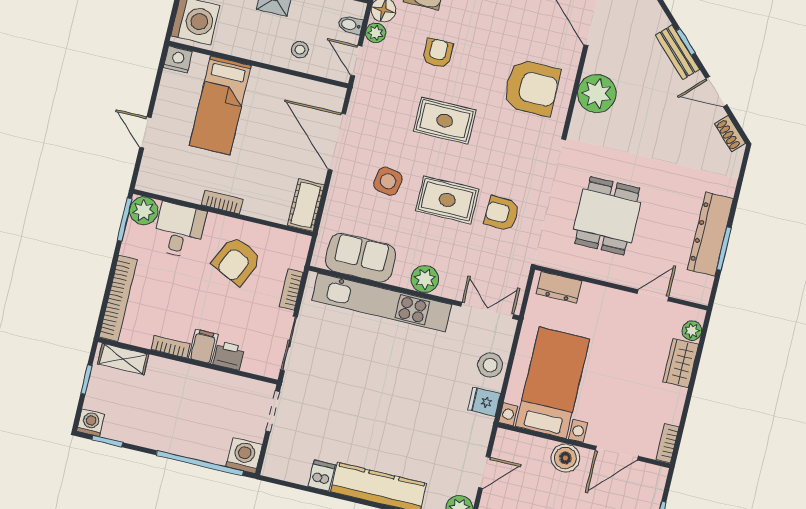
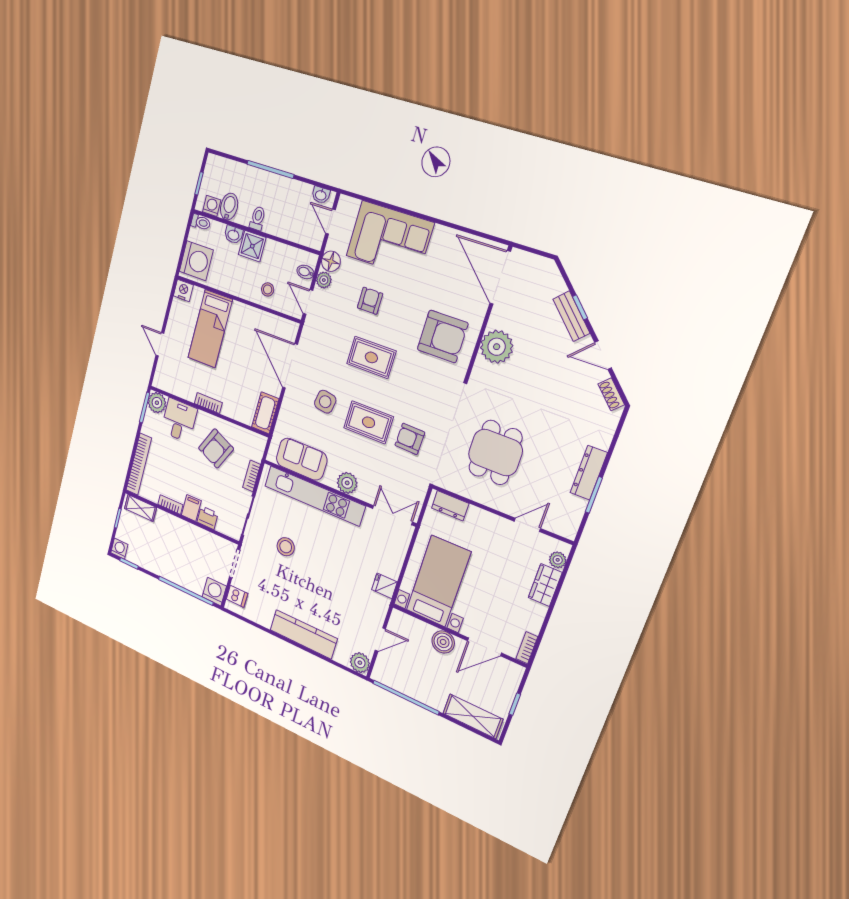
dresser: (710, 234) -> (589, 473), width x0.73, depth x0.80
stool: (490, 365) -> (286, 547), moved
dishwasher: (322, 476) -> (237, 596), moved, turned 90

